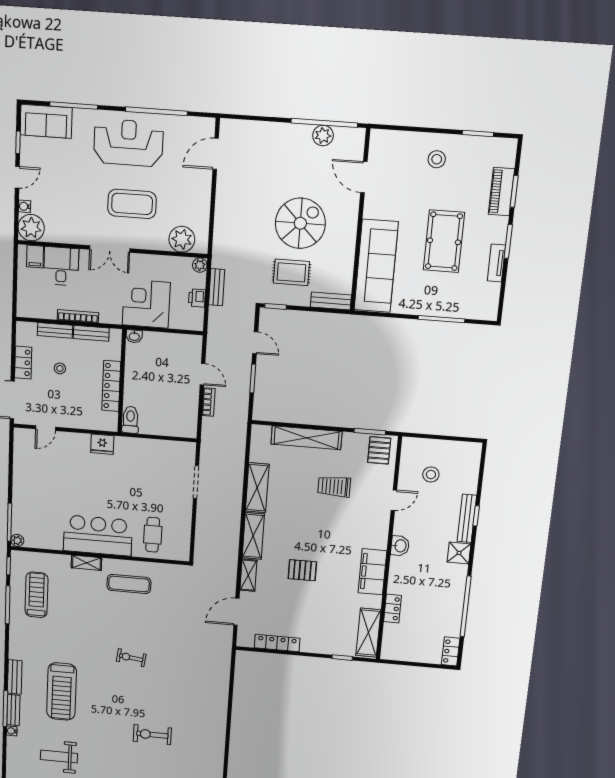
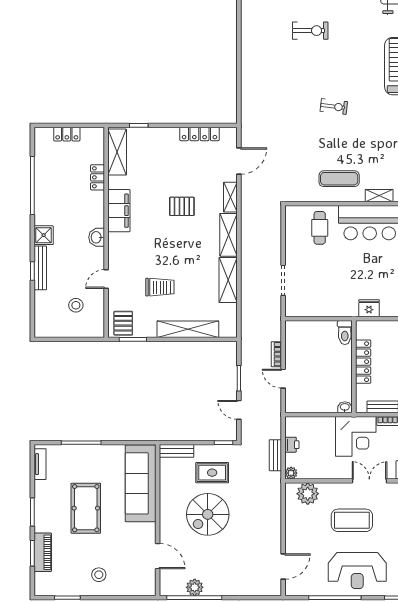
tv unit: (496, 263) -> (40, 464), moved
corner desk: (146, 304) -> (356, 436), moved
locker: (451, 651) -> (67, 134), moved, turned 90

